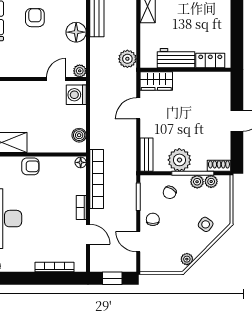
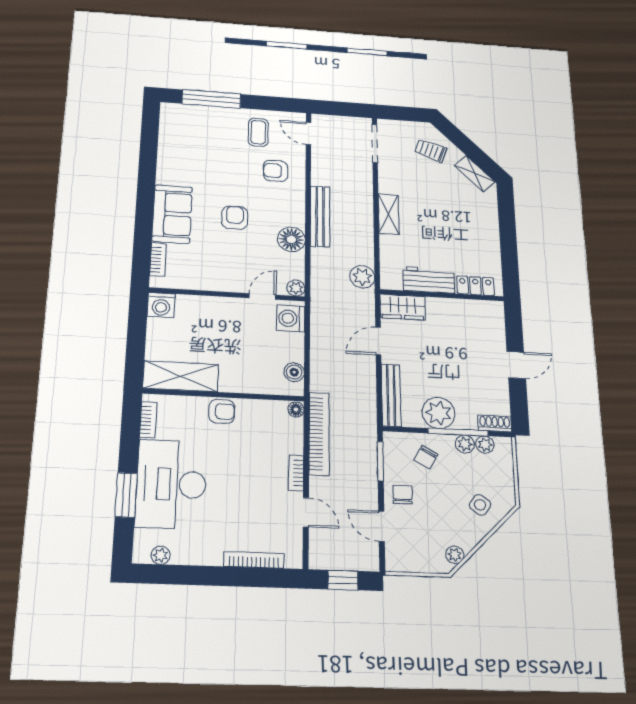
bench: (147, 155) -> (391, 395), width x1.36

